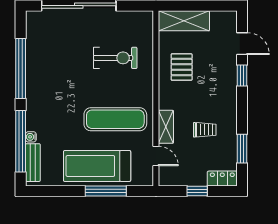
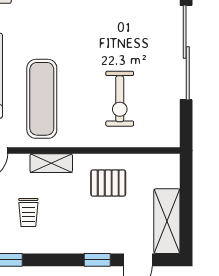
shelving: (184, 21) -> (167, 221), moved
shelving: (166, 127) -> (51, 163), moved

